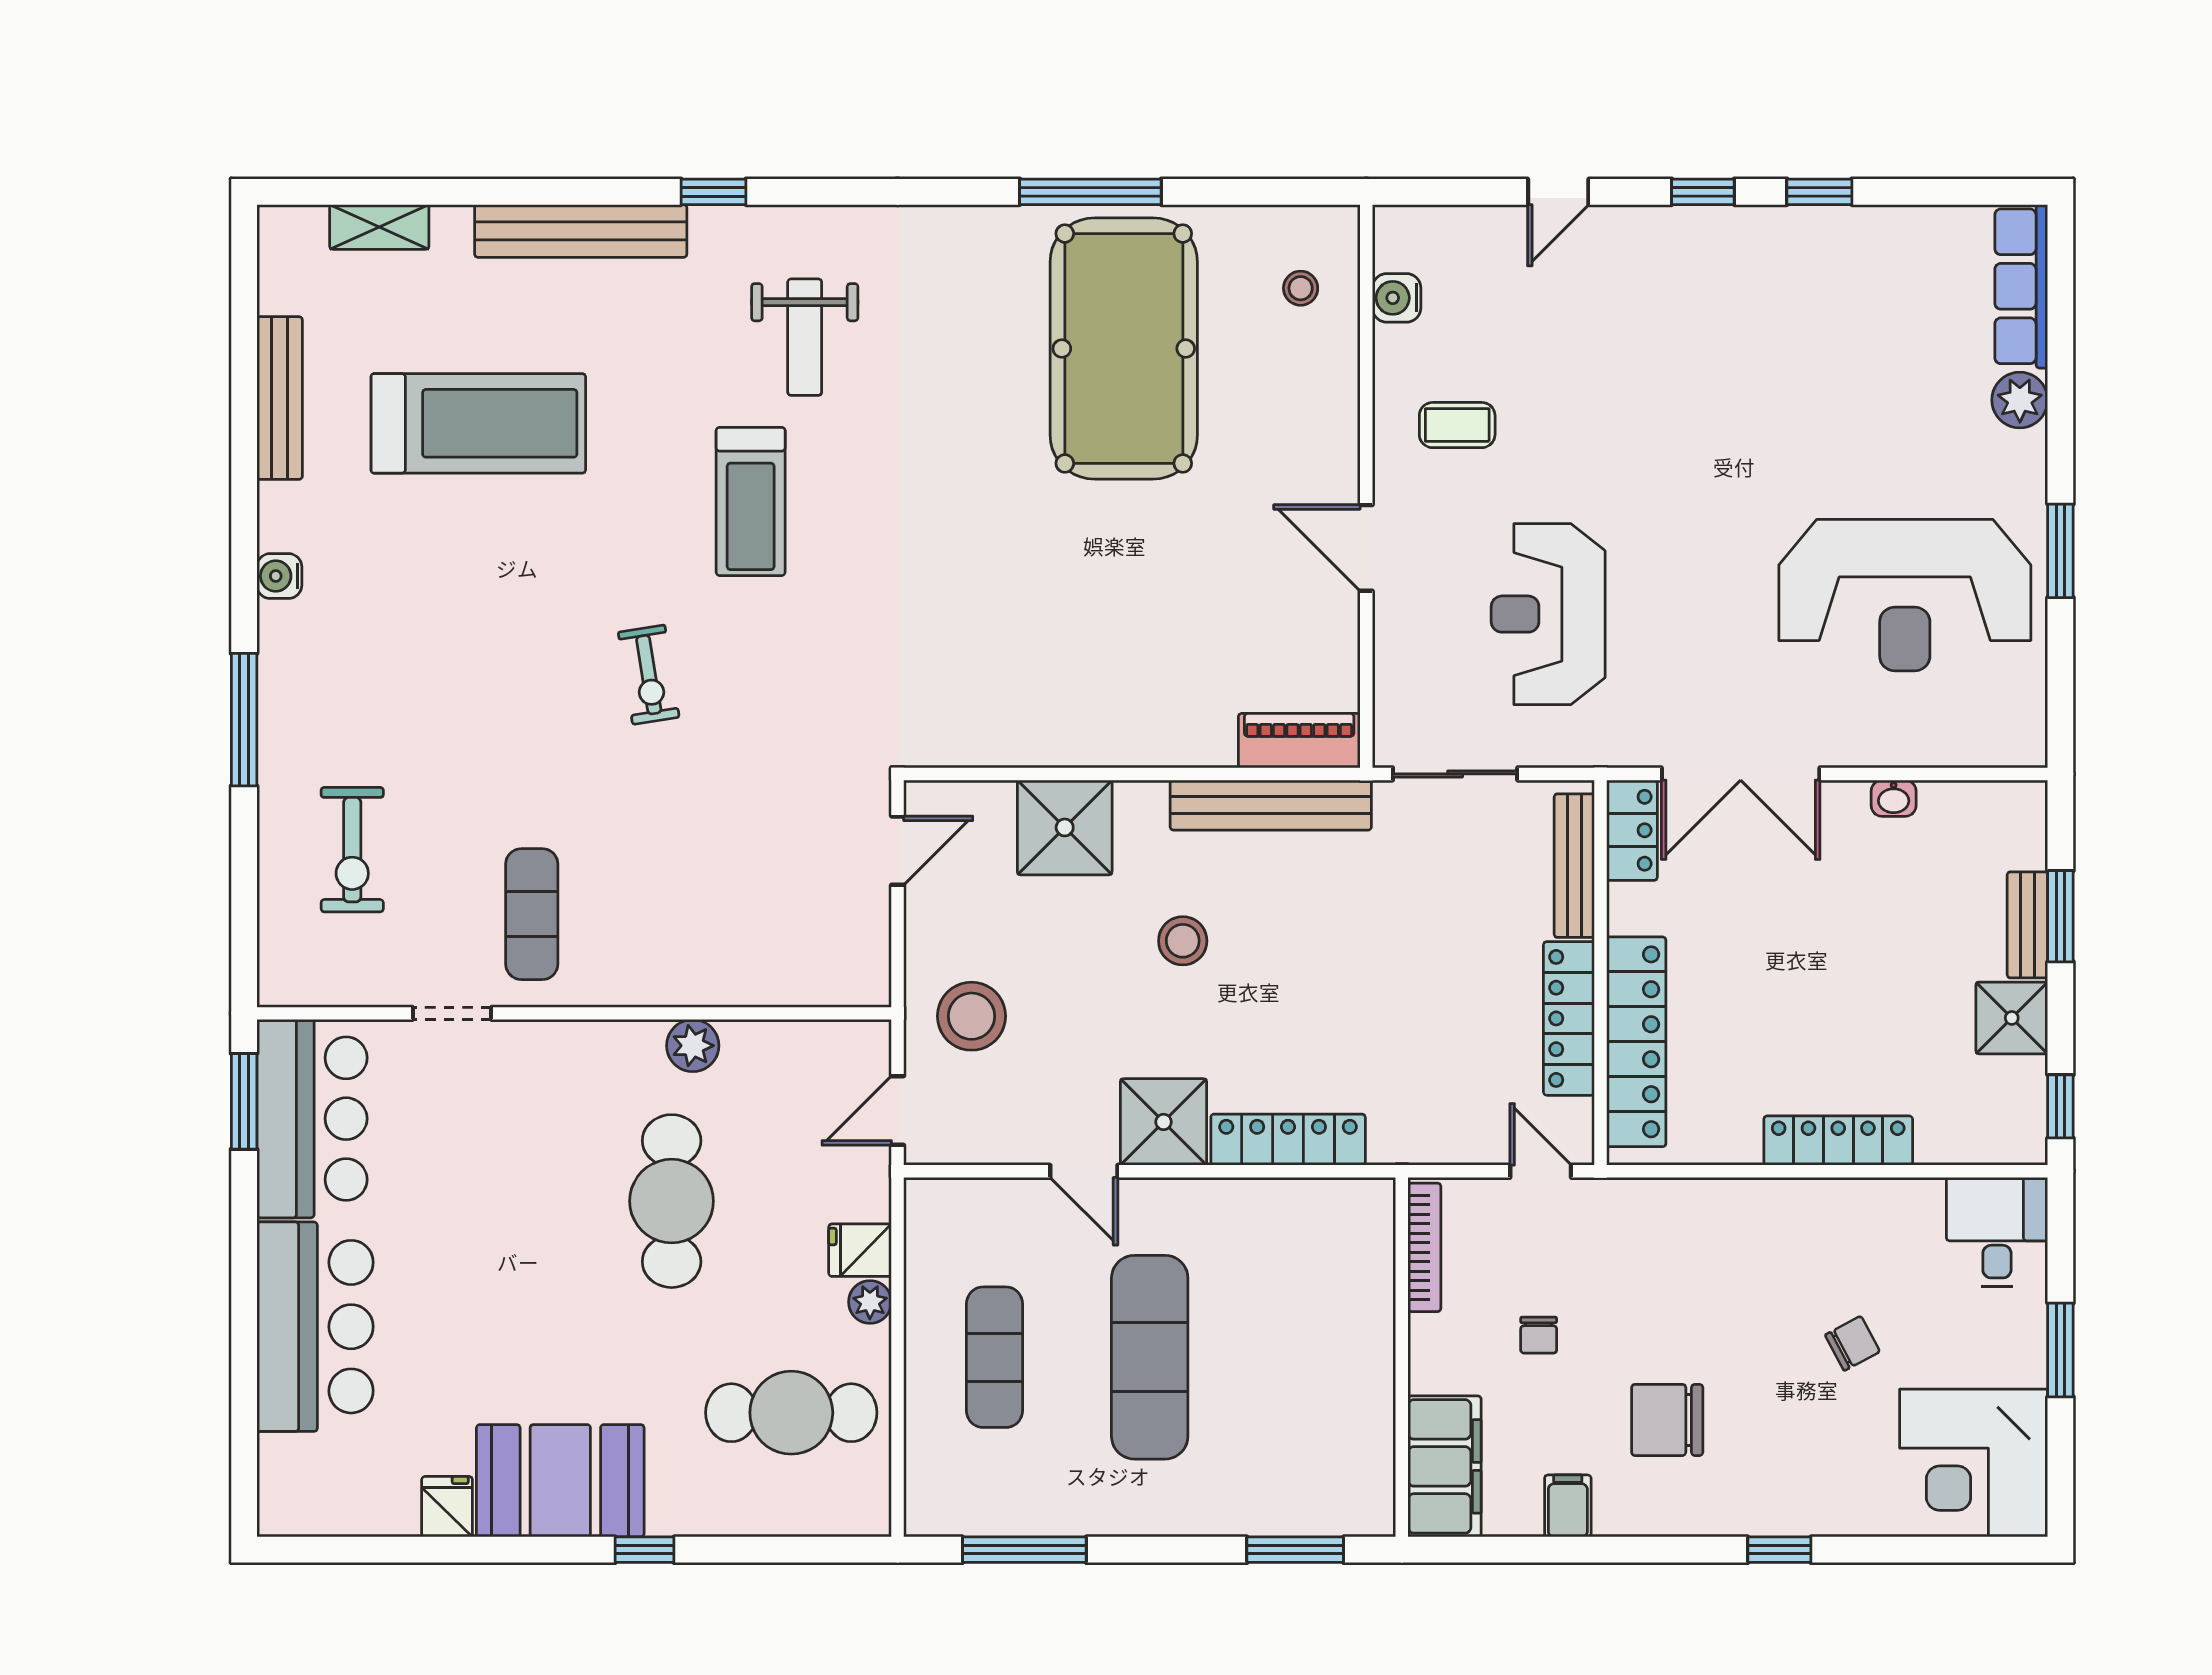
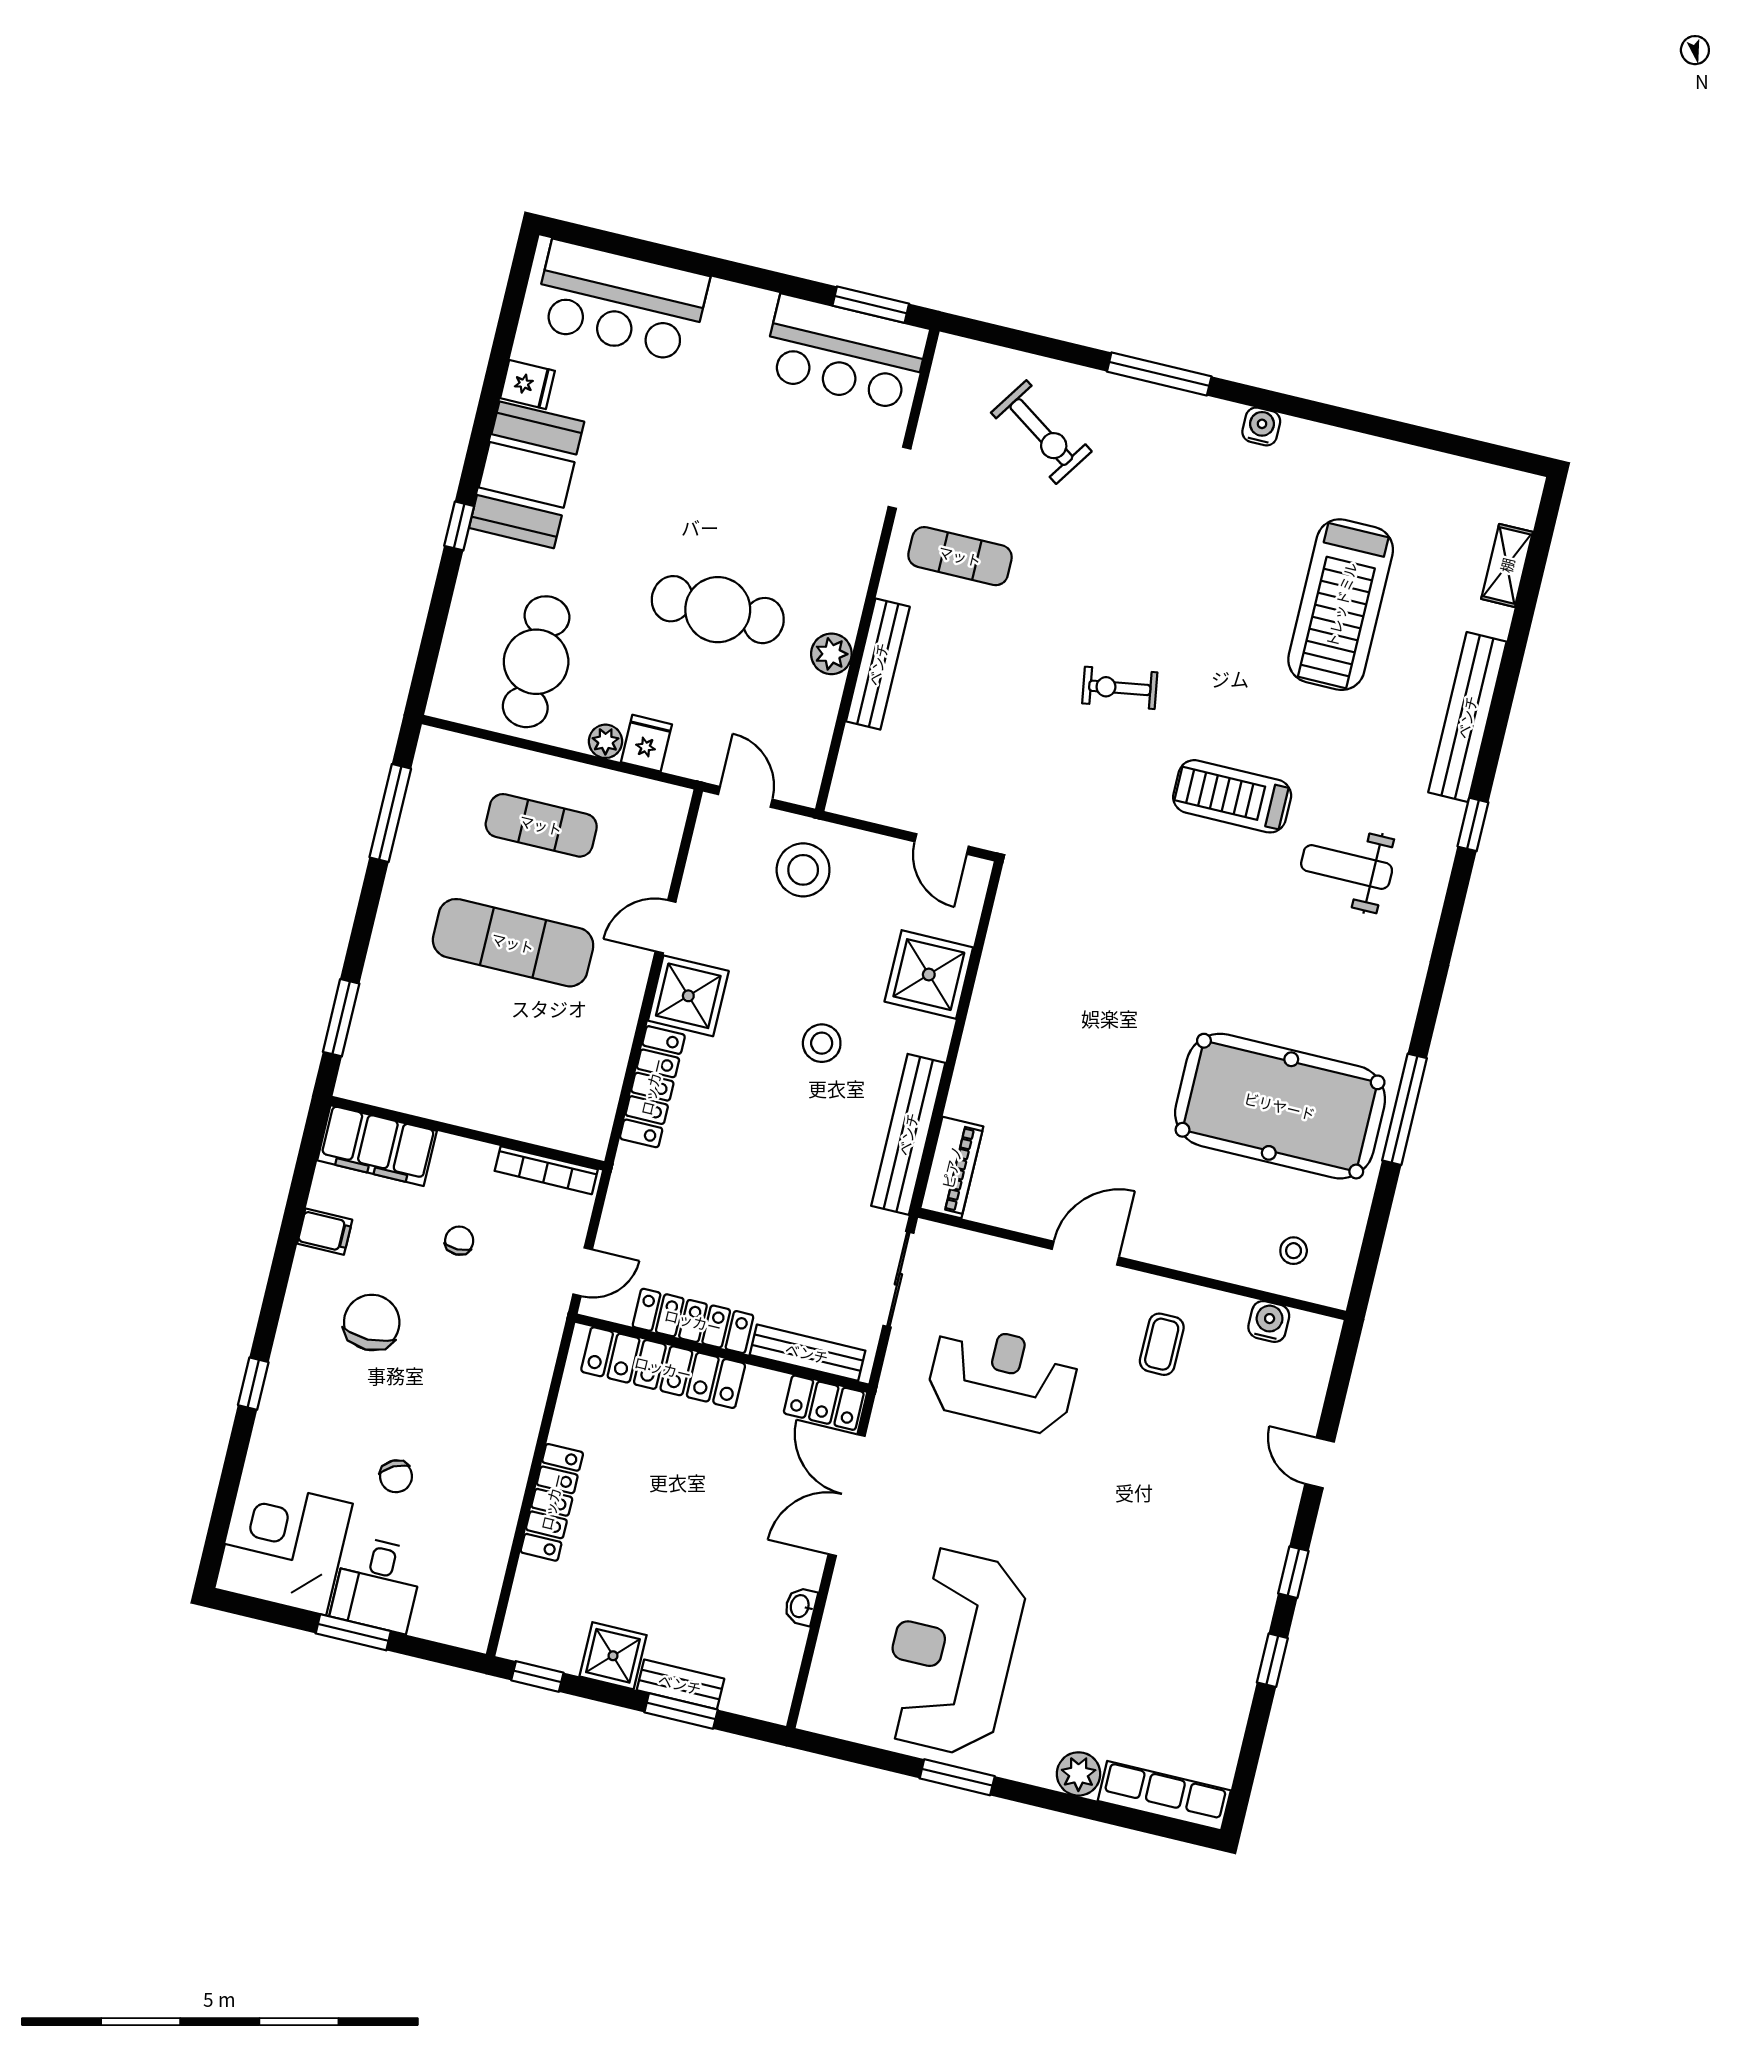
bench: (280, 398) -> (878, 664), moved, turned 90
exercise bike: (352, 850) -> (1041, 432), turned -146
desk: (1997, 1232) -> (377, 1584), moved, turned 90
bar counter: (315, 1327) -> (621, 301), moved
chair: (1539, 1335) -> (459, 1241), turned 90

